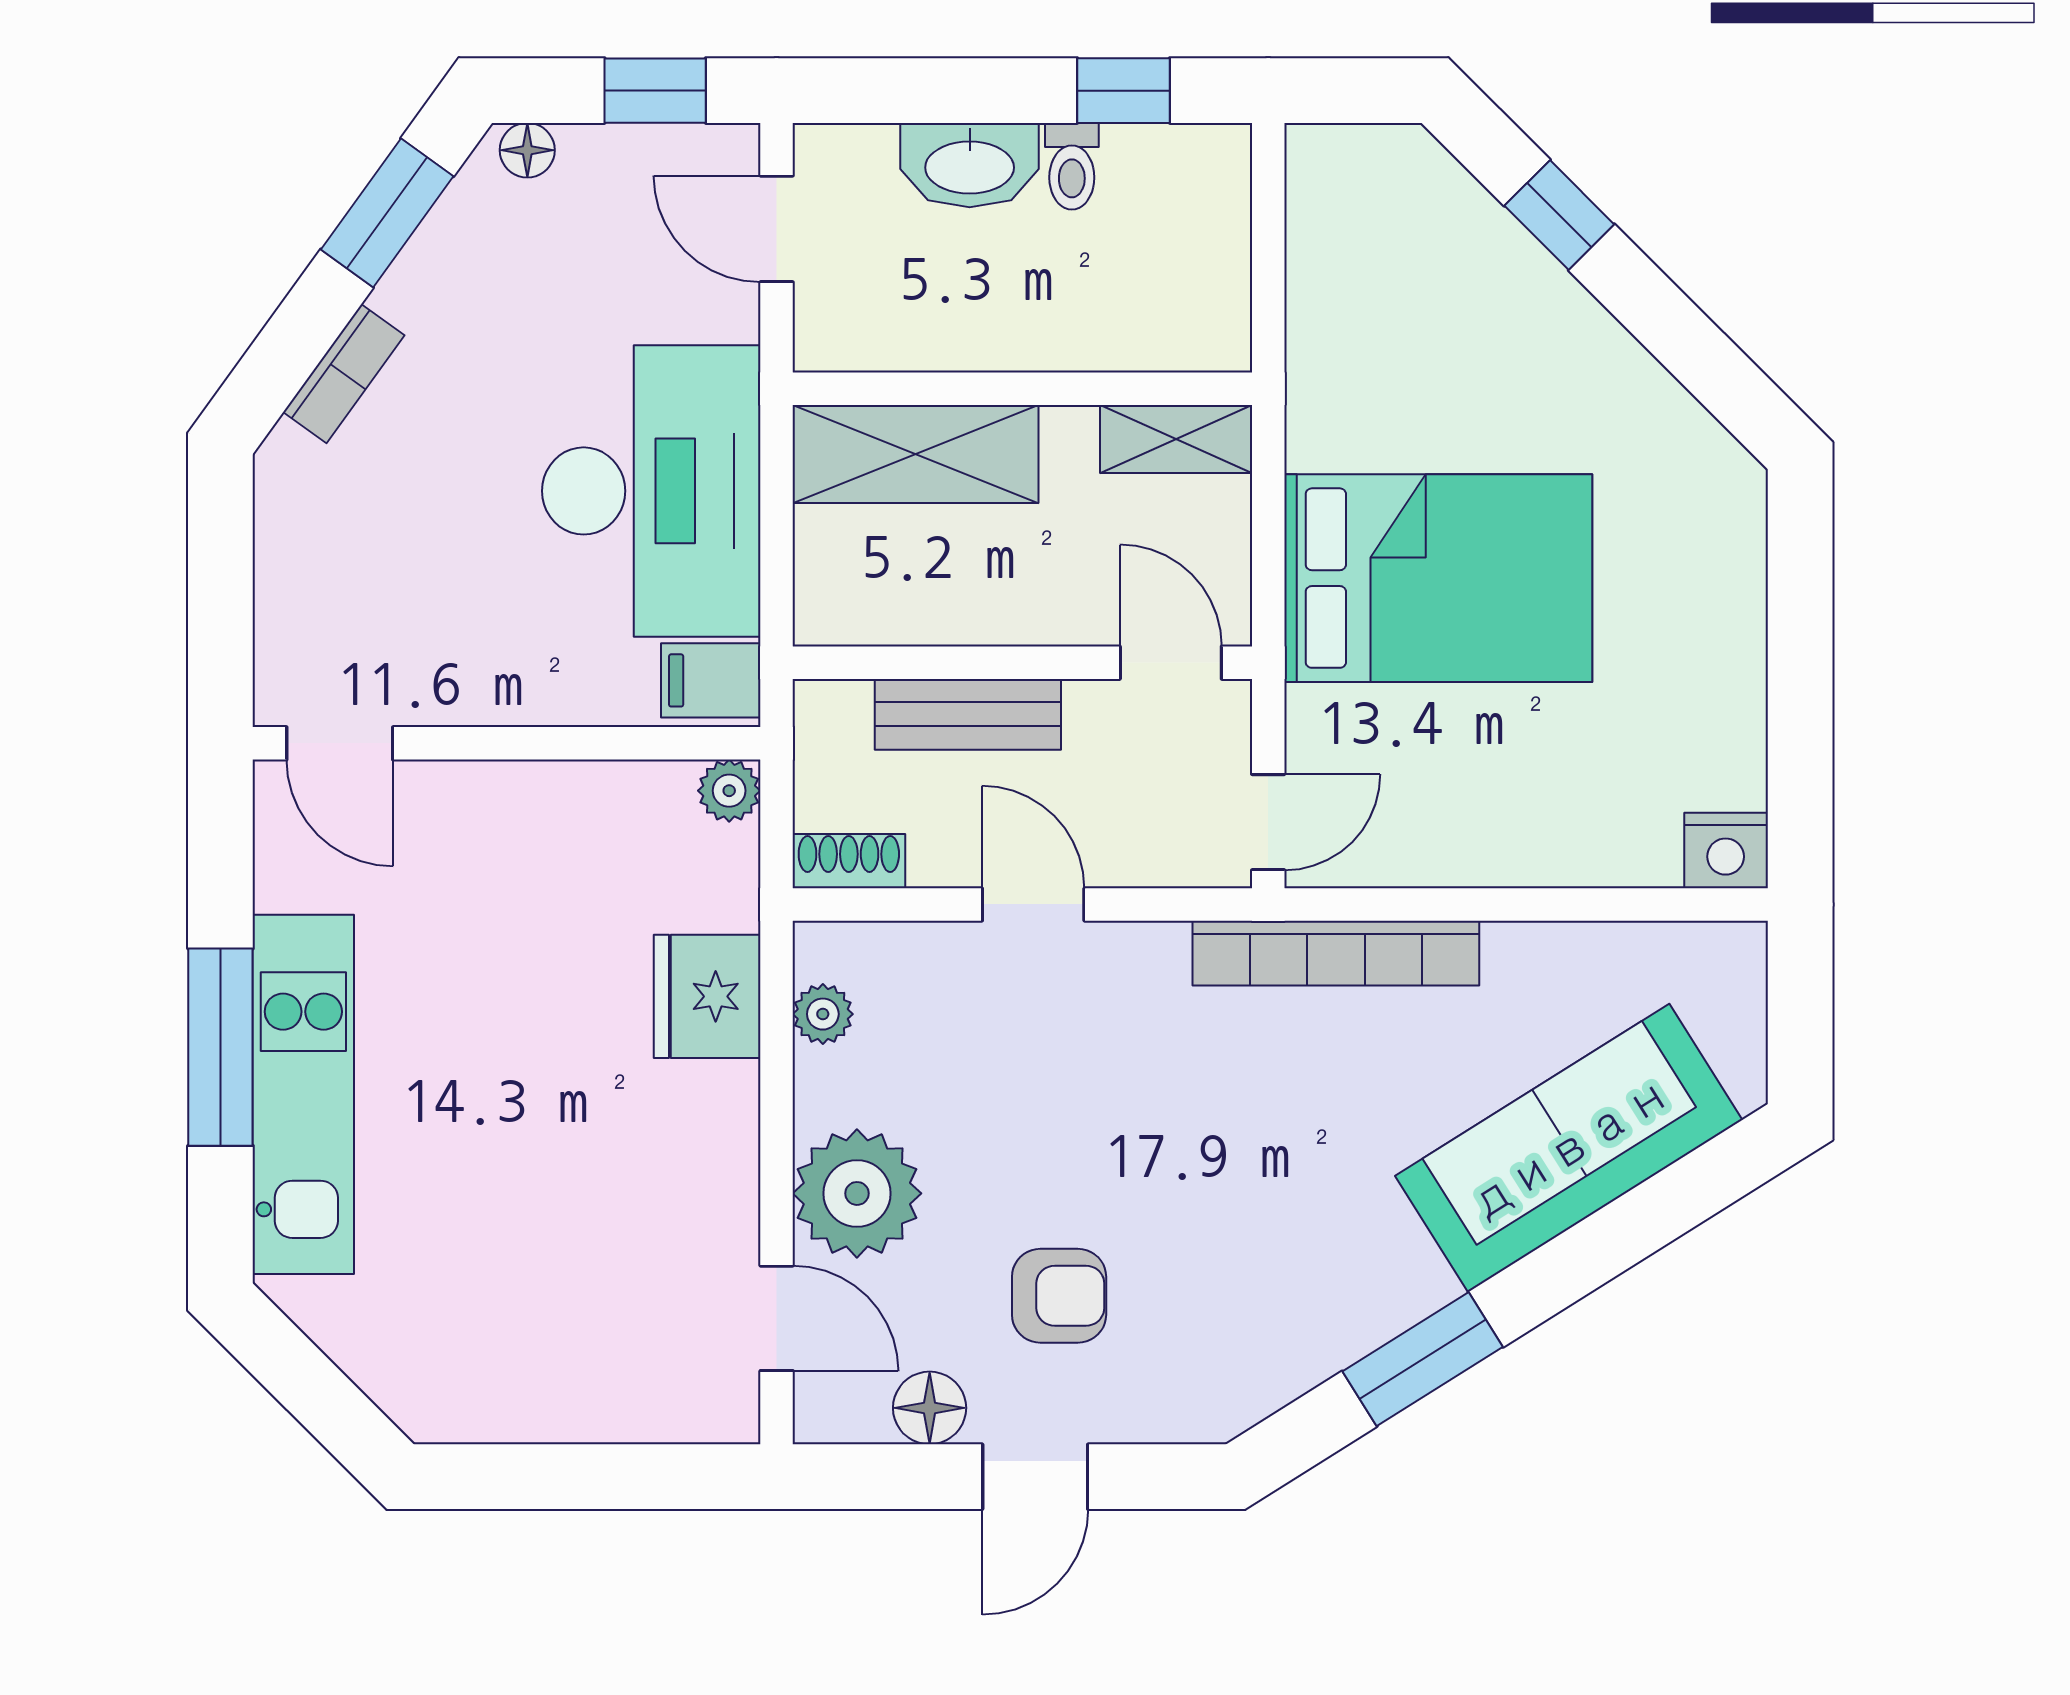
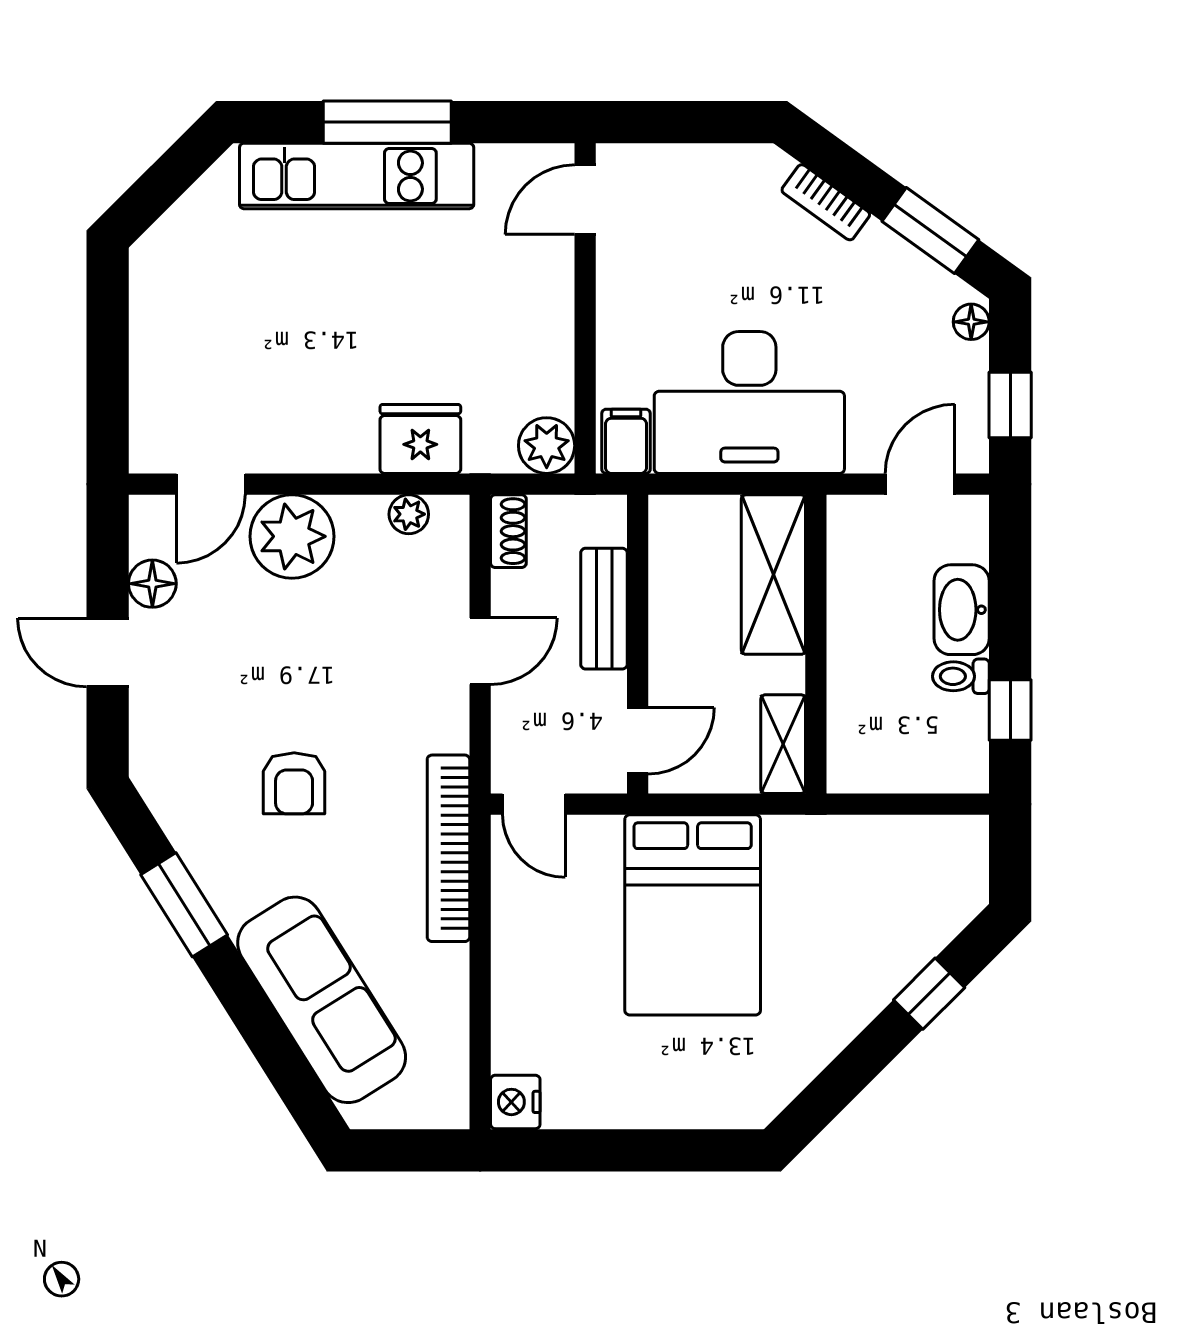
plant: (729, 791) -> (547, 446), width x1.38, depth x1.38
armchair: (1059, 1296) -> (294, 783), moved

